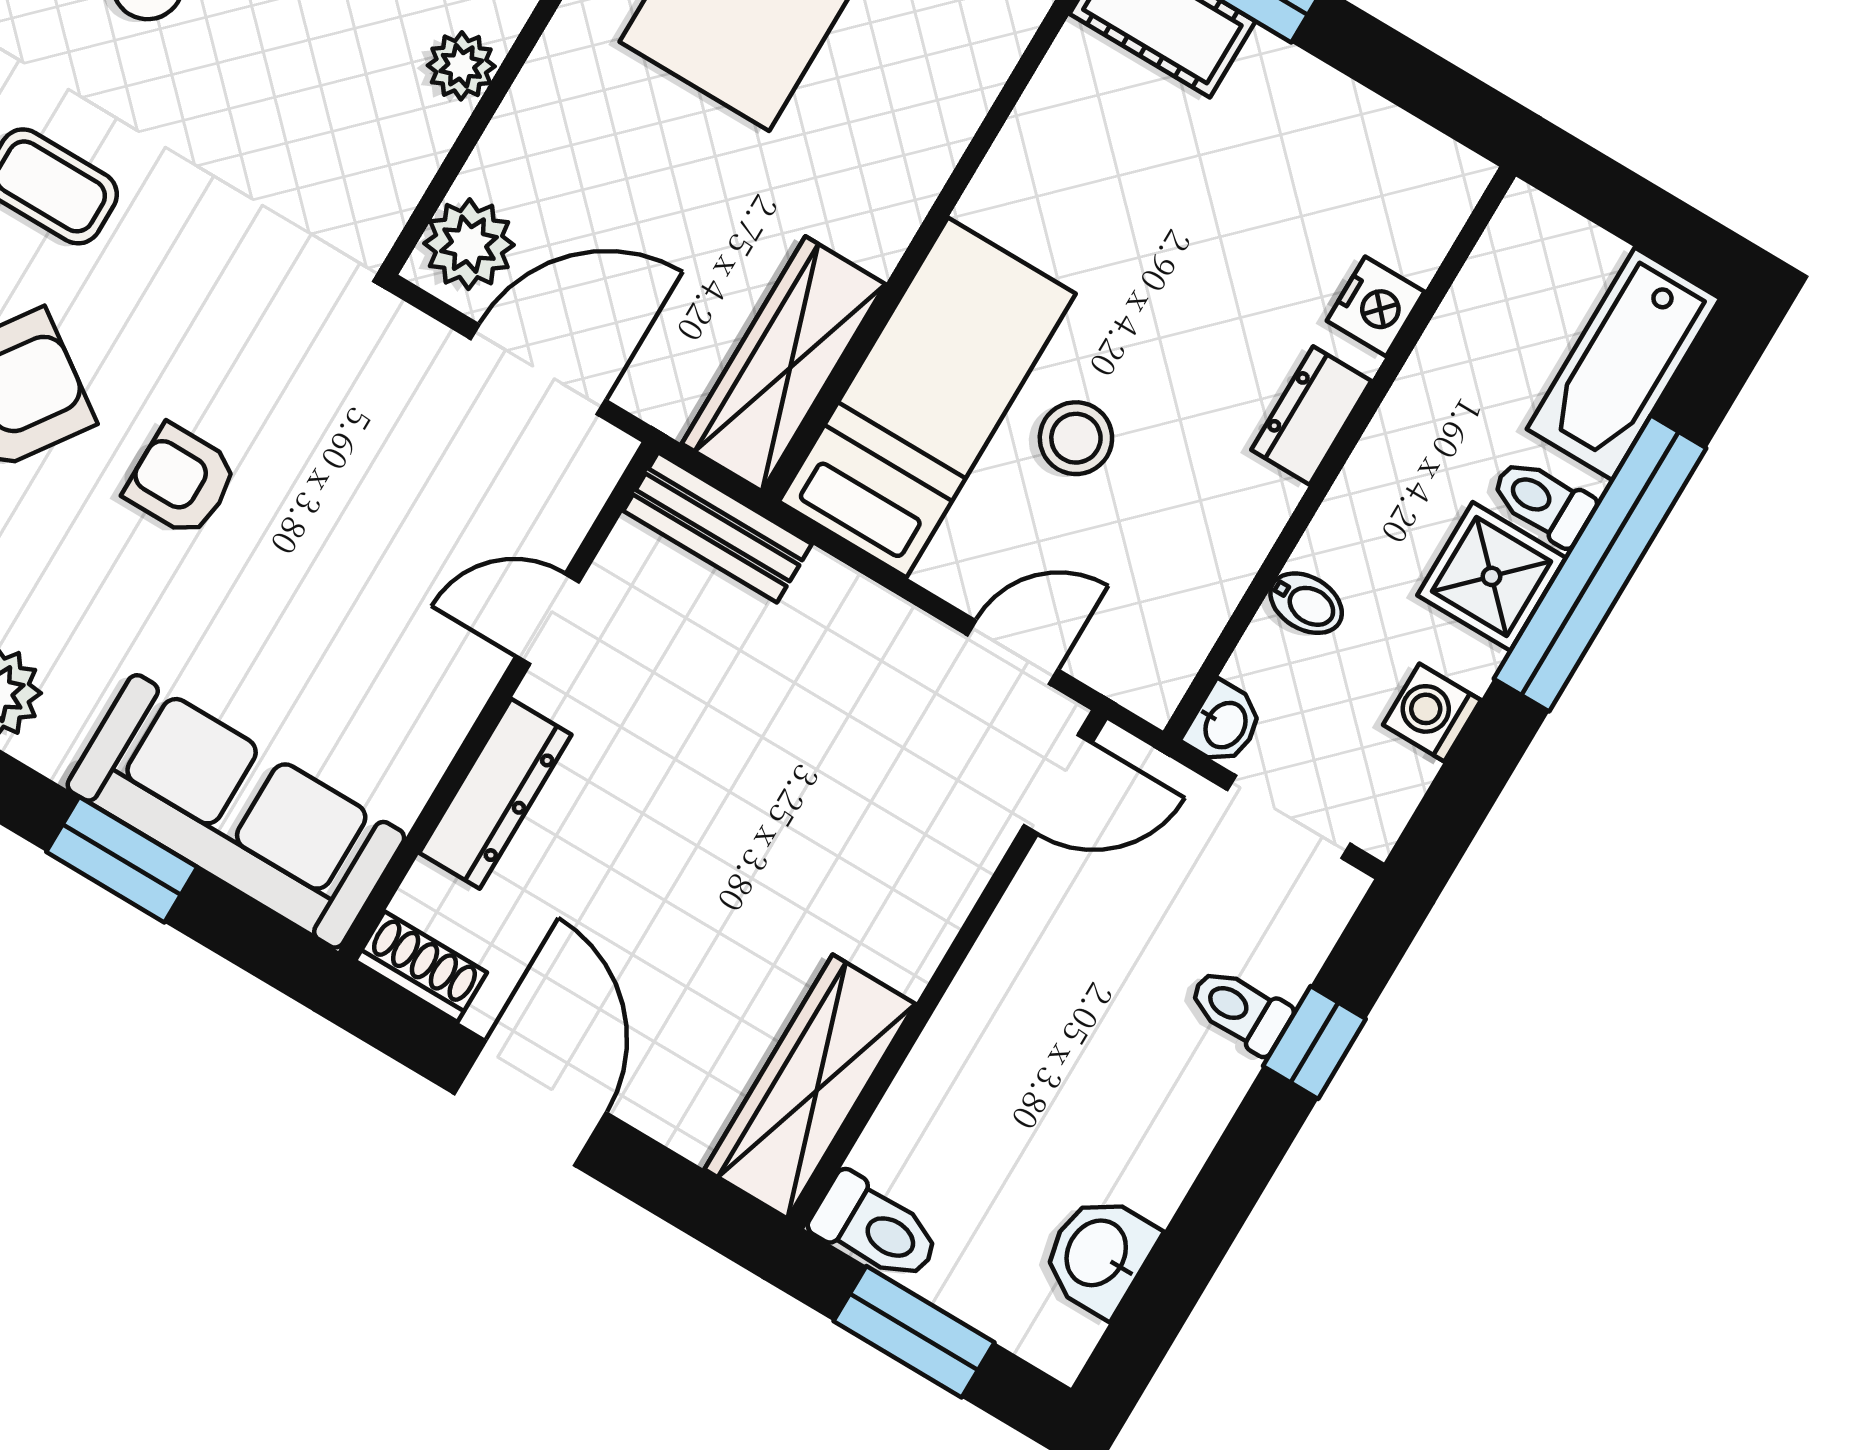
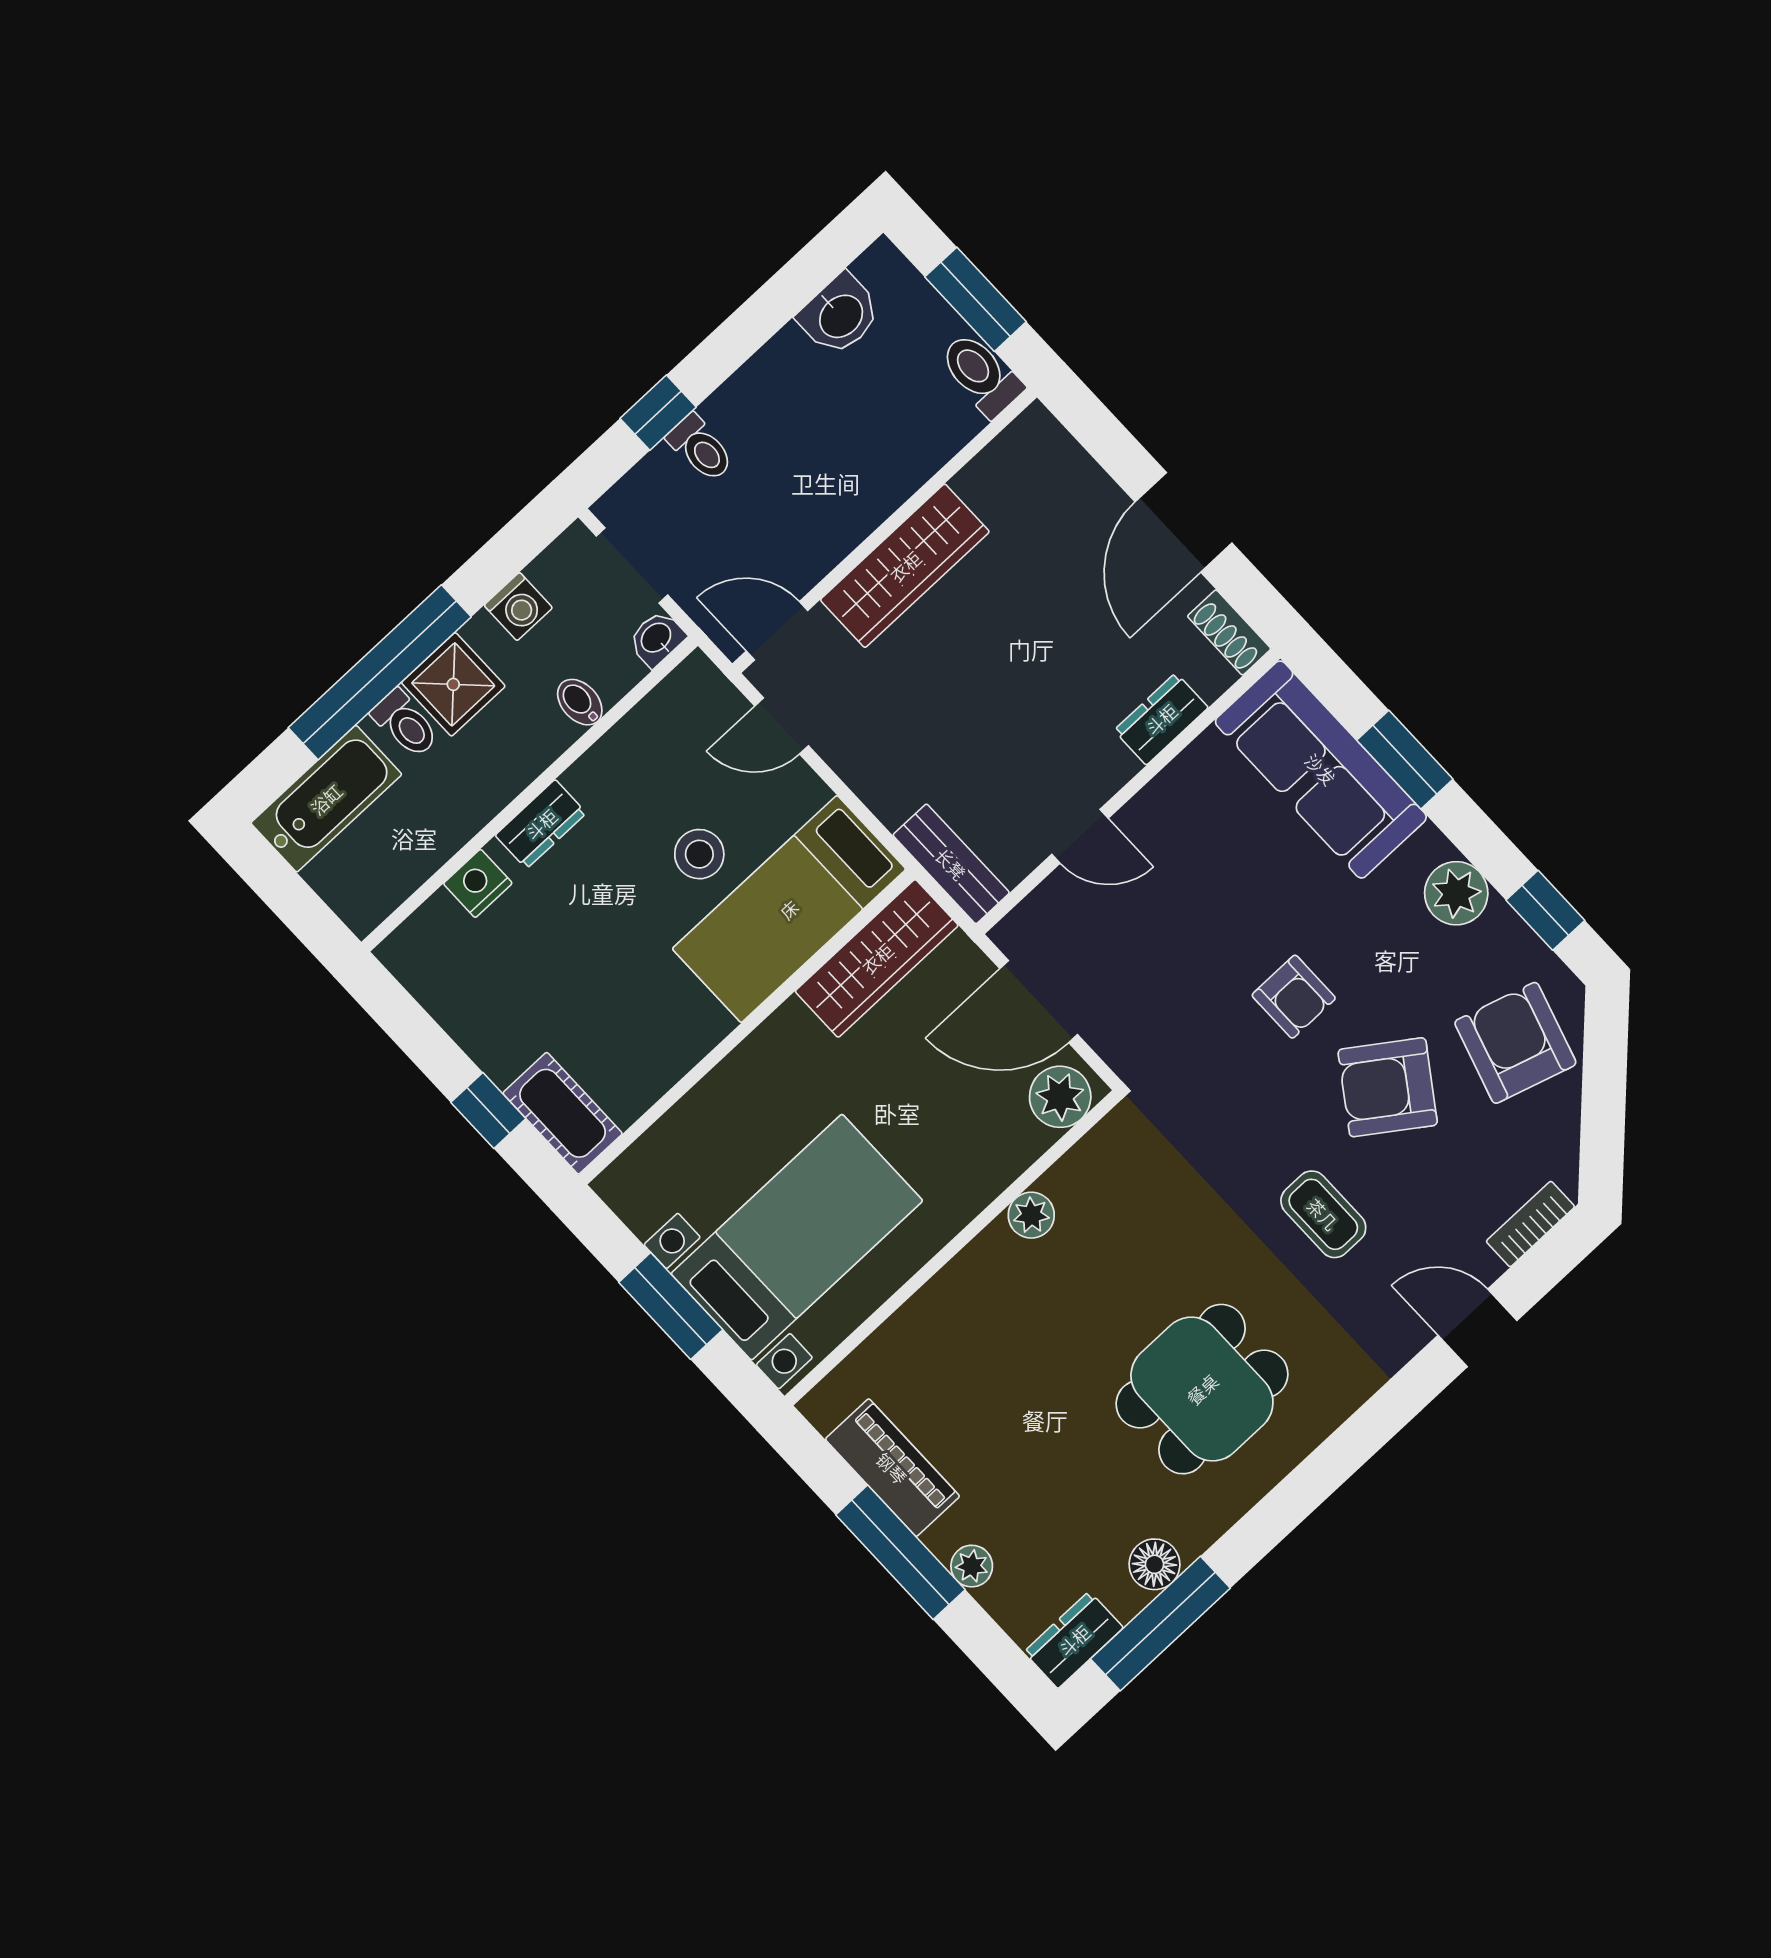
dresser: (495, 794) -> (1161, 719), width x0.70
wardrobe: (810, 1087) -> (905, 566), moved

